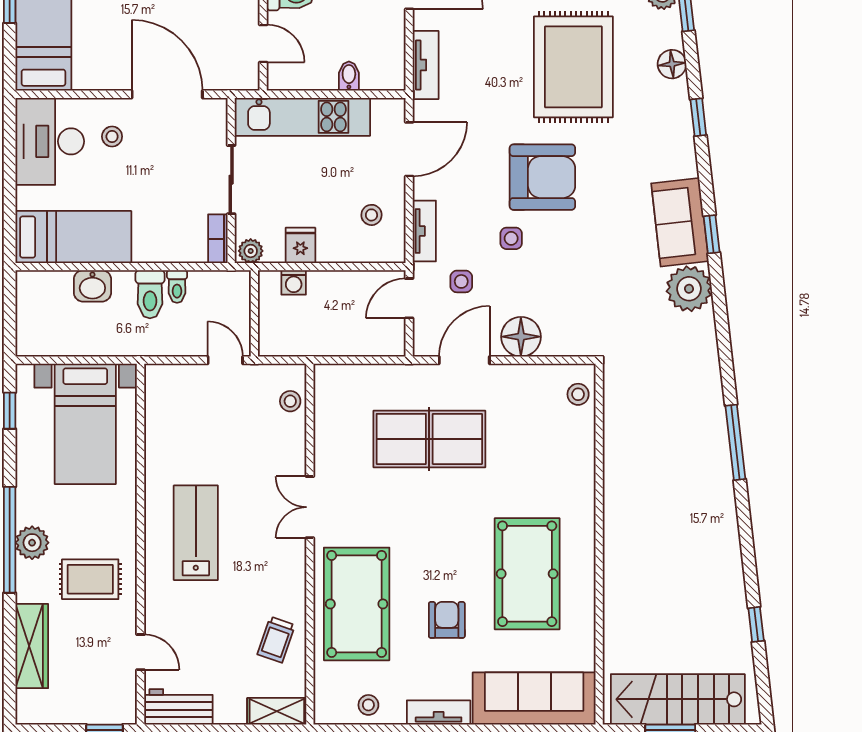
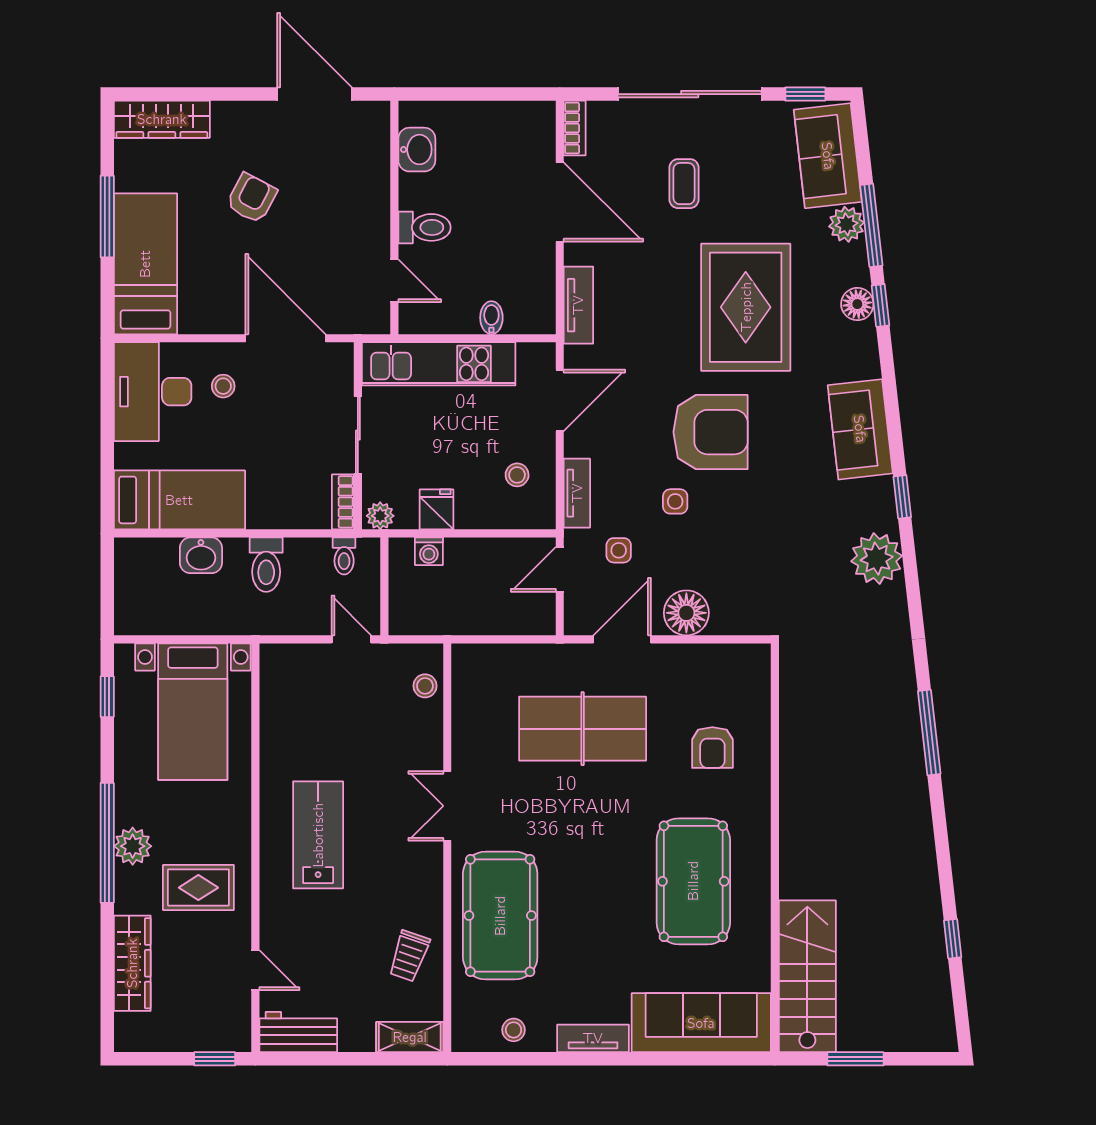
window: (698, 117) -> (880, 305), moved
sofa: (680, 222) -> (860, 429), moved
toilet: (177, 286) -> (344, 556), moved
stool: (578, 394) -> (751, 678), removed
armchair: (447, 620) -> (712, 748), moved, turned 180
stairs: (678, 699) -> (807, 976), moved, turned 90

